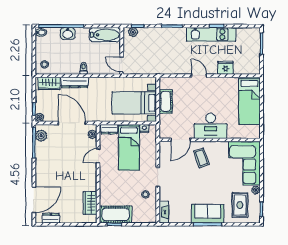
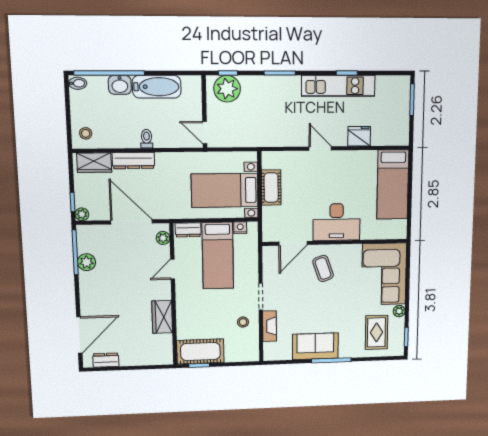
plant: (133, 32) -> (227, 89), width x1.88, depth x1.88
bathtub: (105, 35) -> (157, 87), moved
plant: (41, 136) -> (87, 262), moved
wardrobe: (90, 203) -> (162, 317), moved
fireplace: (164, 212) -> (270, 326), moved
sofa: (208, 214) -> (315, 346), moved

